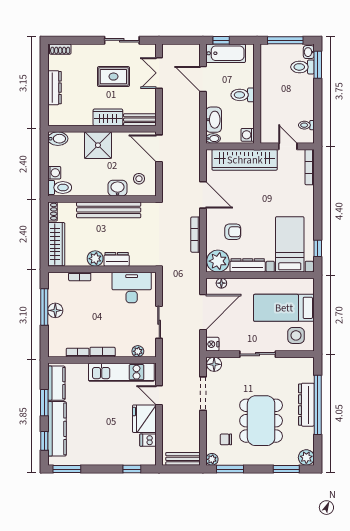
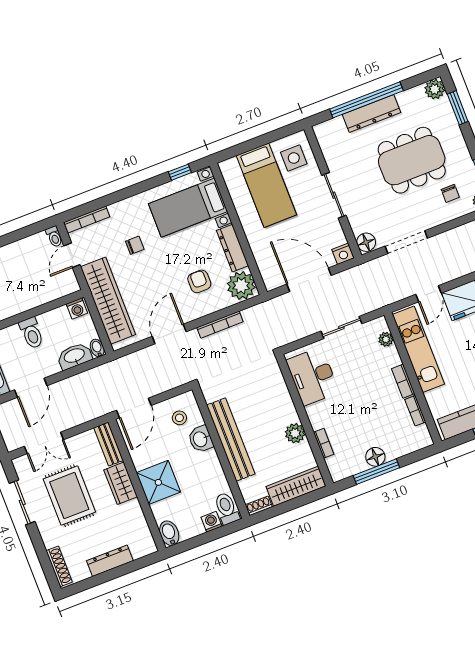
shoe rack: (60, 49) -> (59, 566), width x1.43
rug: (113, 77) -> (69, 496), width x1.36, depth x1.43
toilet: (306, 125) -> (54, 237), moved
chair: (277, 195) -> (135, 245), added
dresser: (117, 259) -> (286, 407), removed
floor lamp: (221, 283) -> (266, 271), removed

